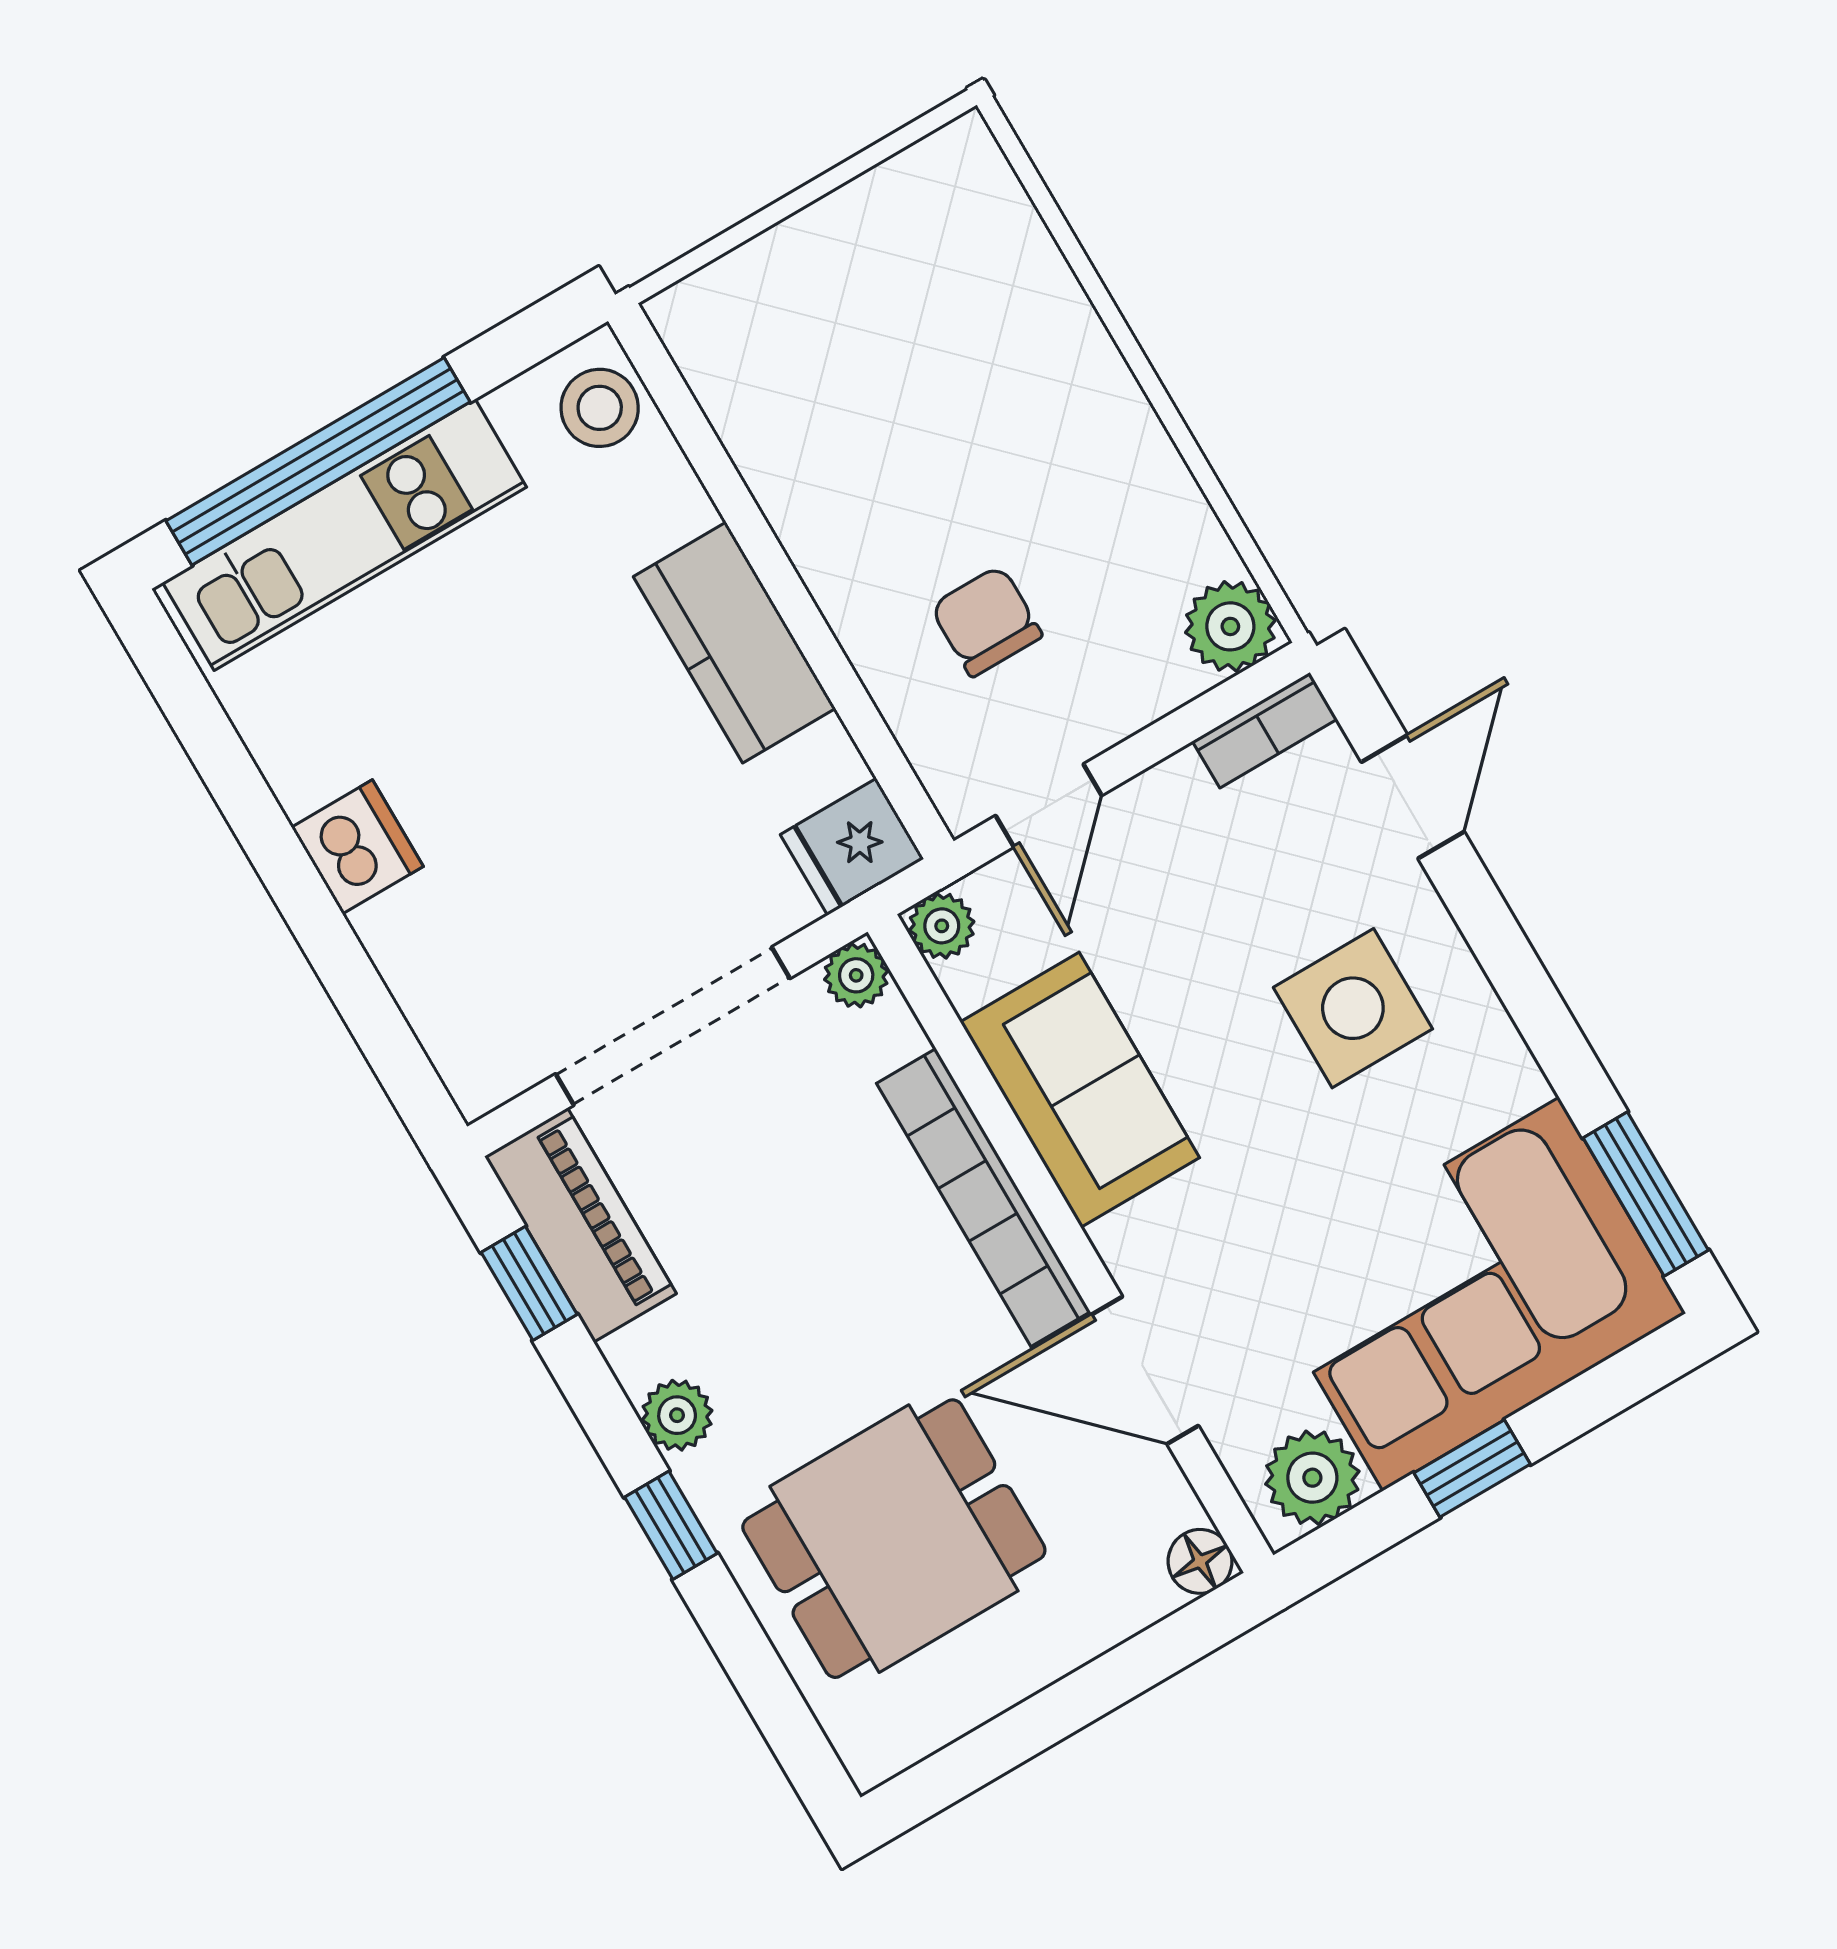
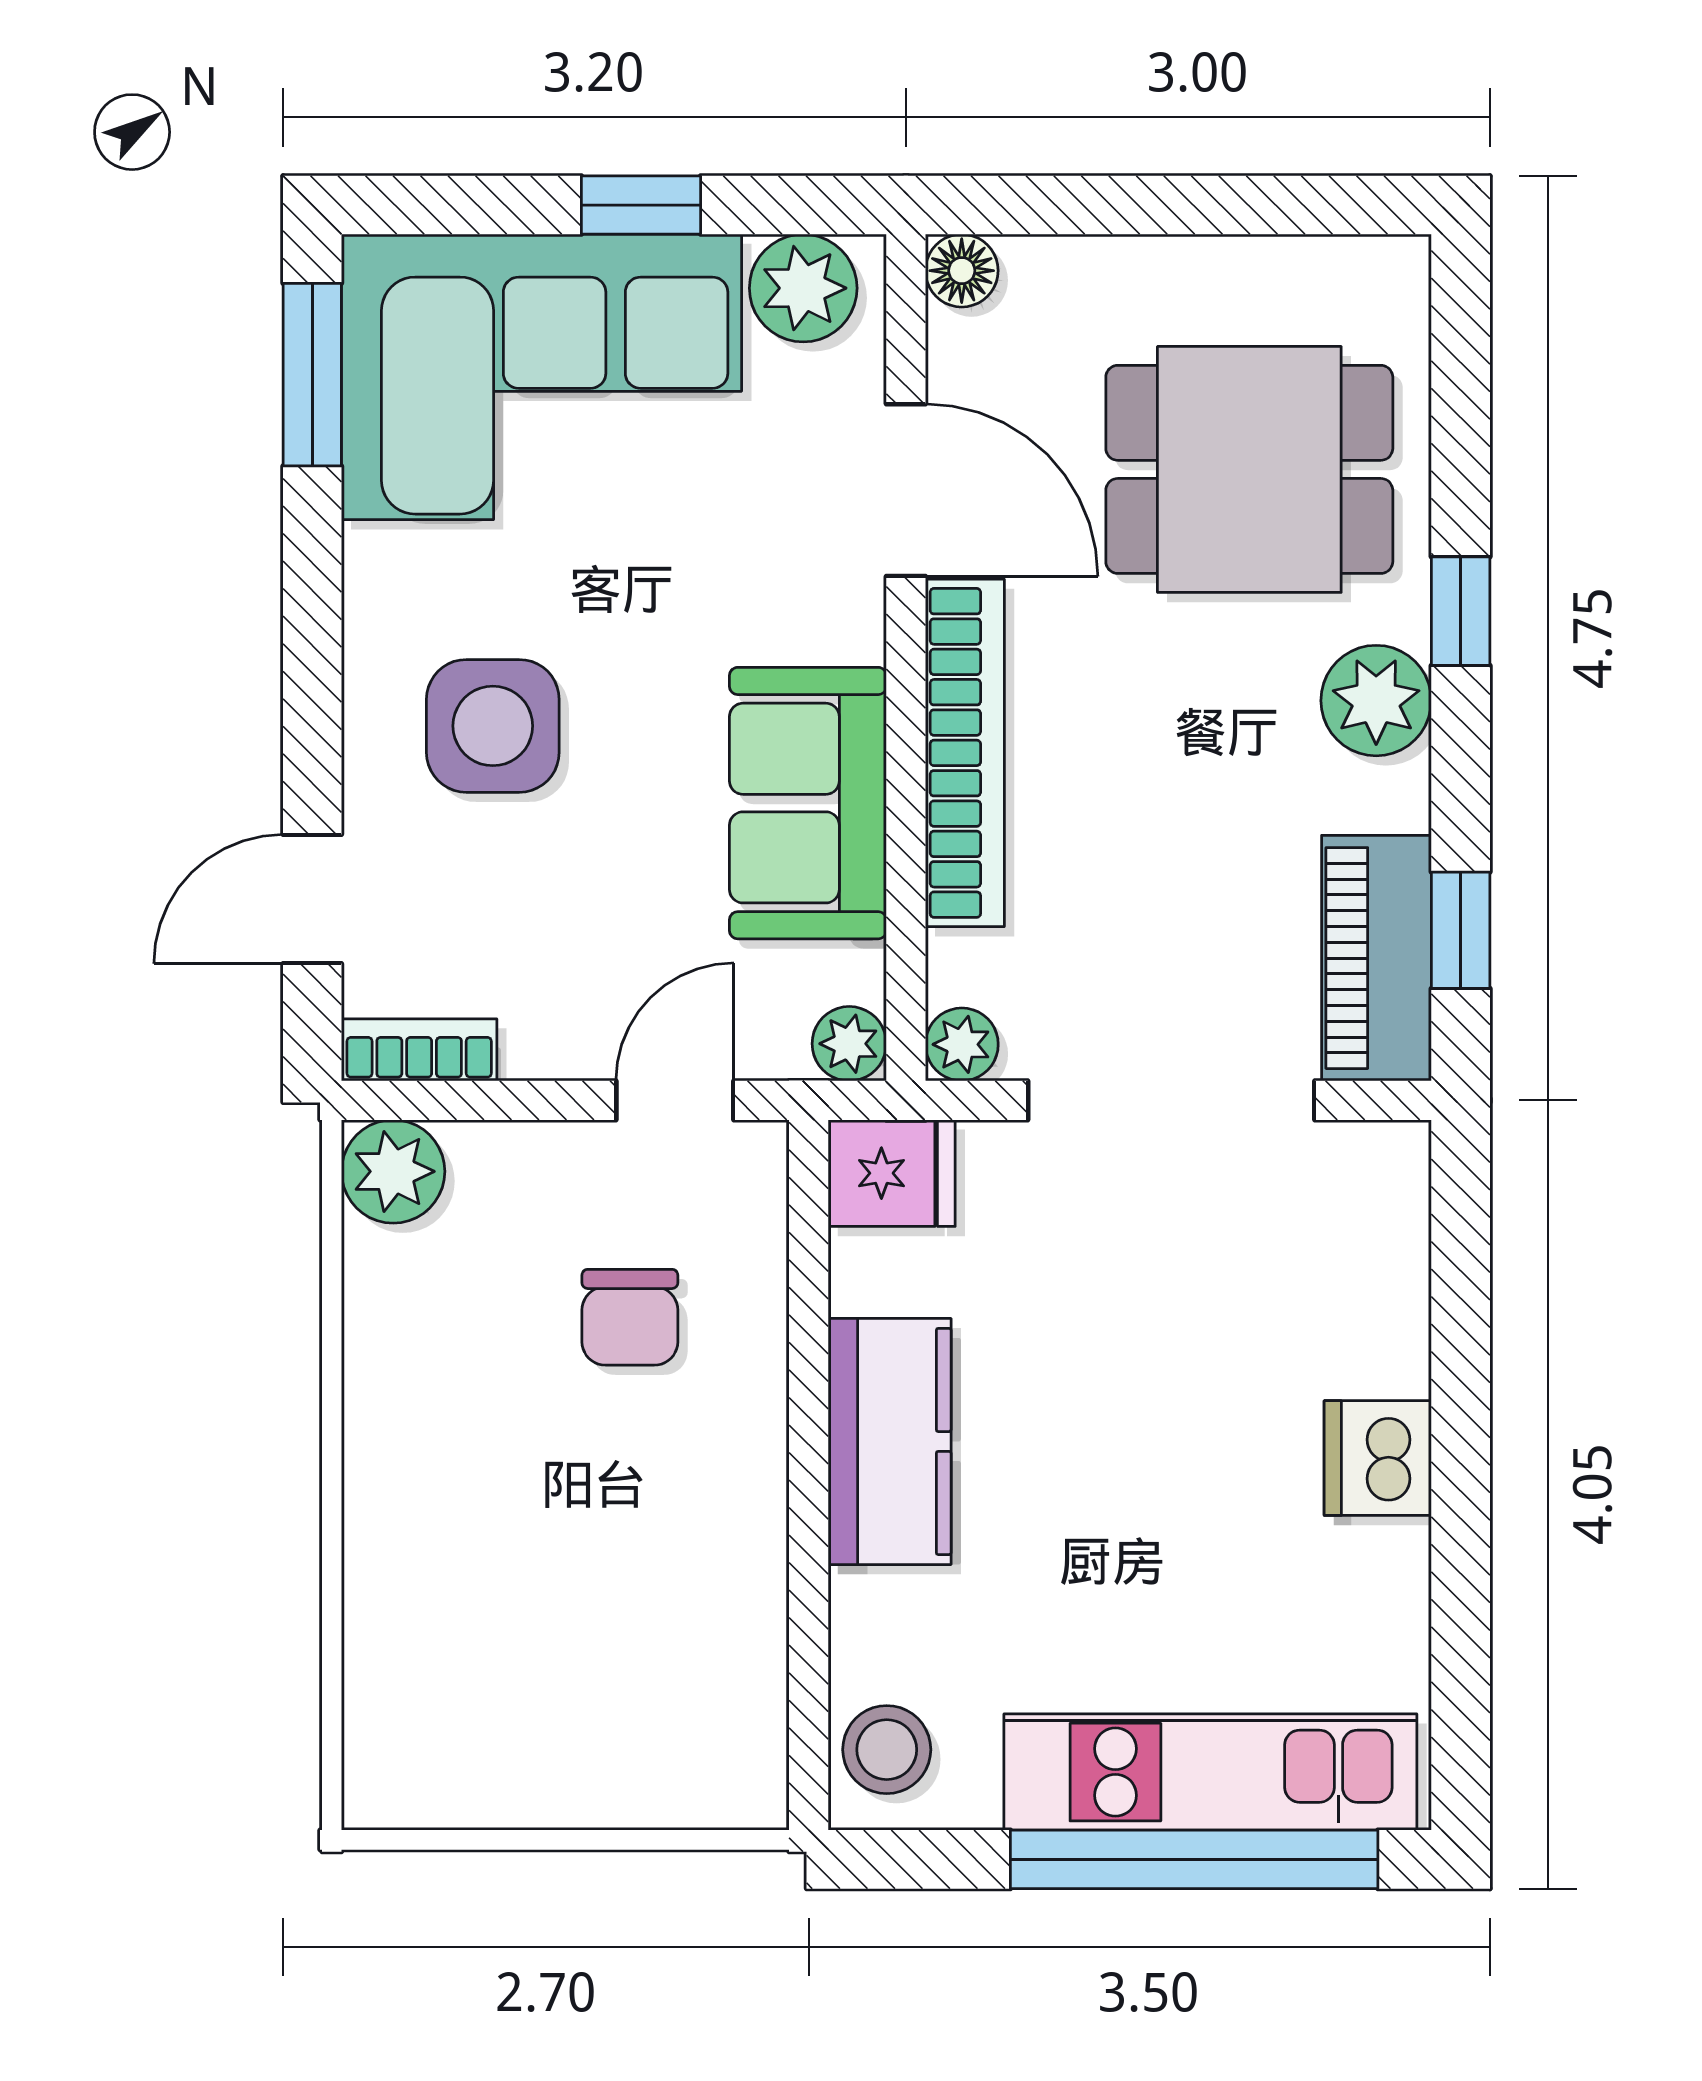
plant: (677, 1415) -> (1376, 701), width x1.38, depth x1.38

